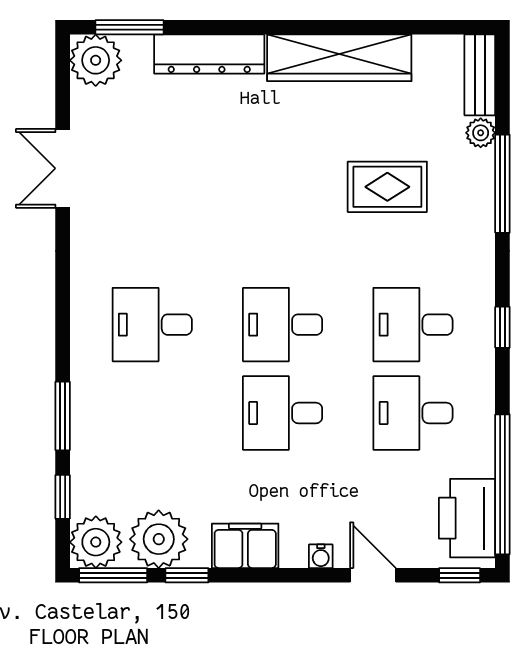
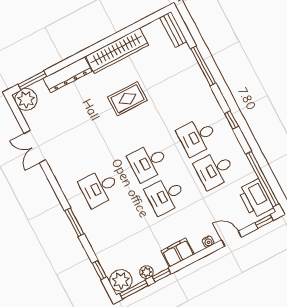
plant: (481, 133) -> (185, 51), removed
rug: (387, 187) -> (127, 99), moved
window: (63, 416) -> (74, 222), moved
plant: (159, 539) -> (146, 272), width x0.53, depth x0.53

